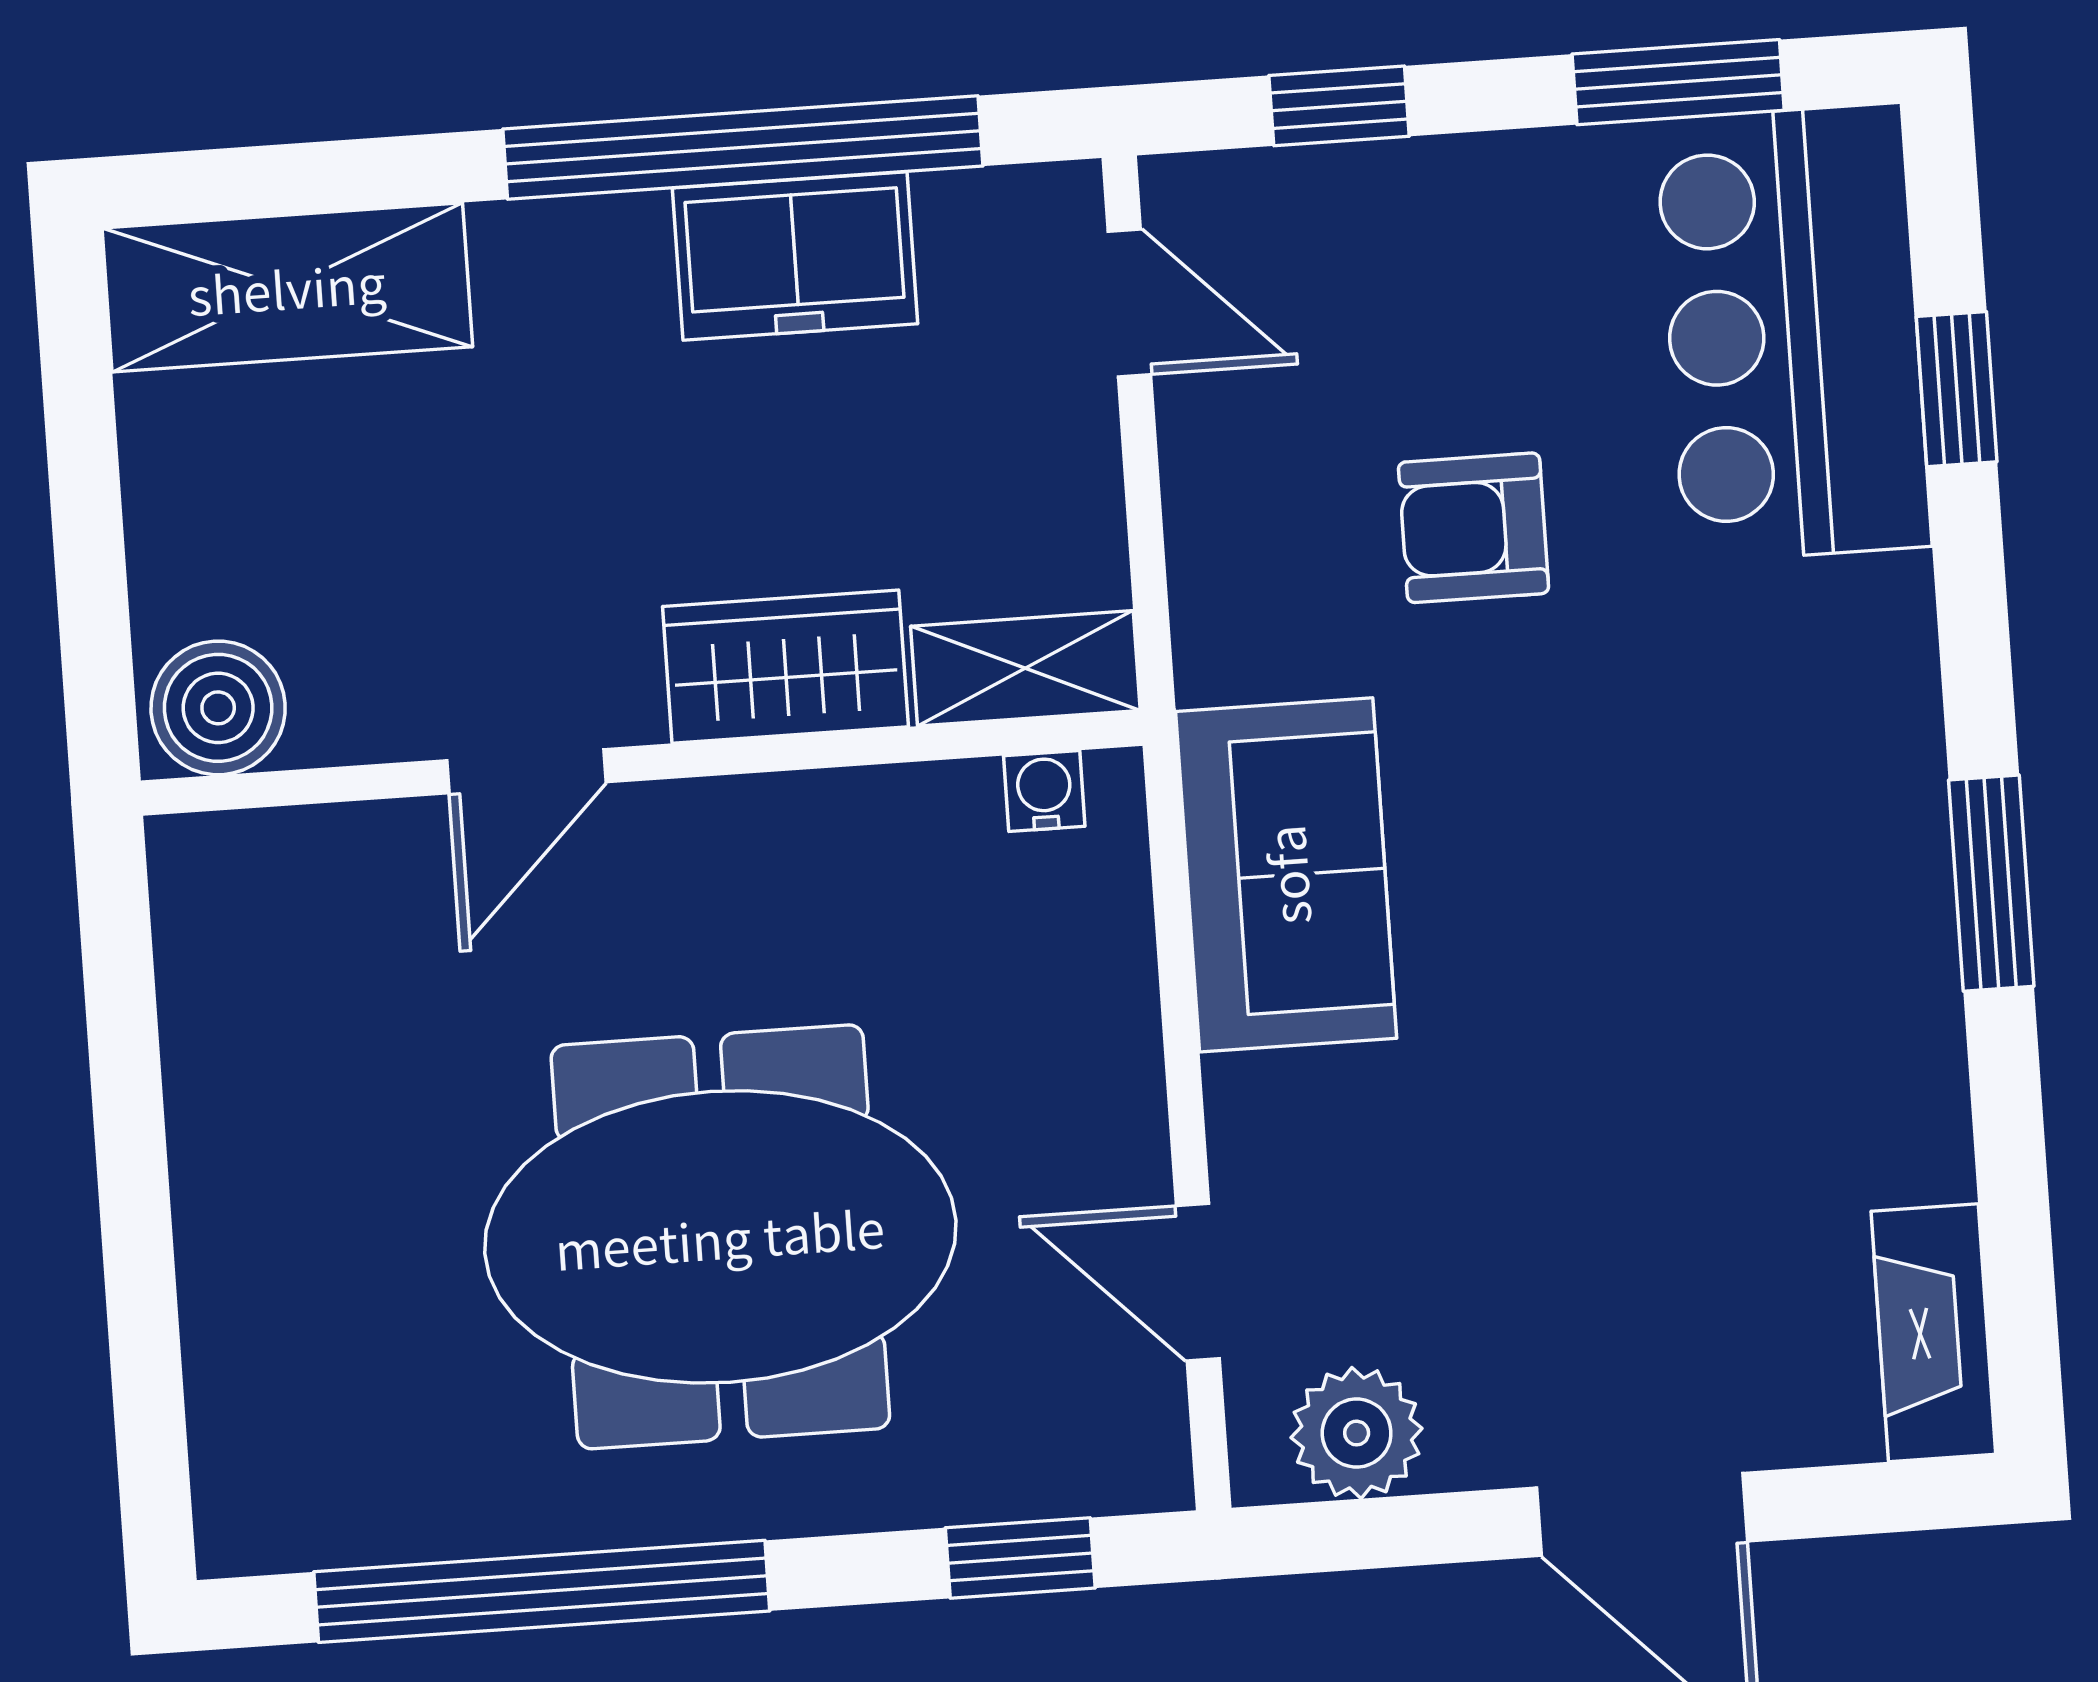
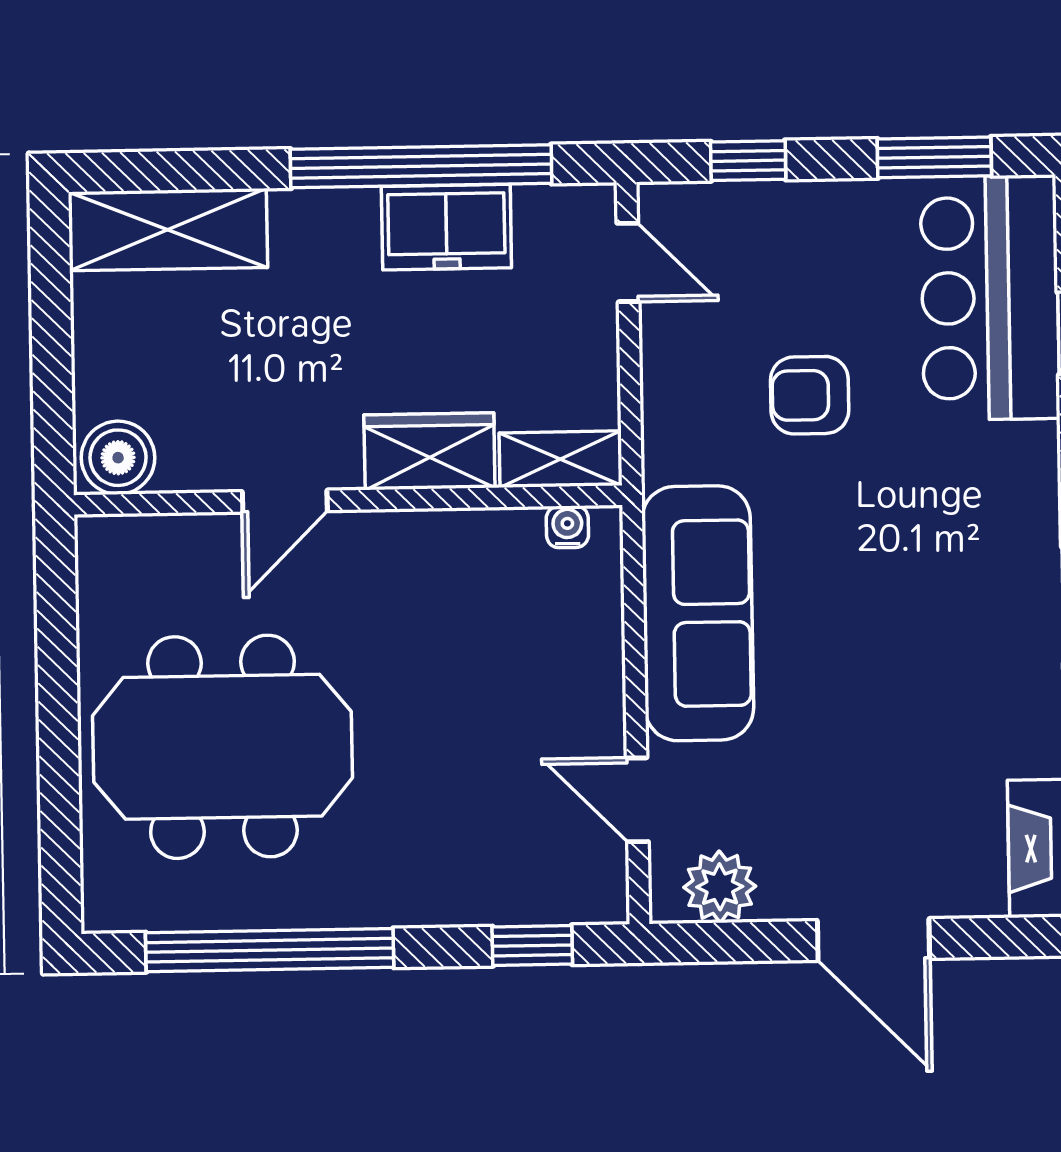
sofa: (1286, 875) -> (698, 613), width x1.36
meeting table: (720, 1237) -> (223, 747), moved

